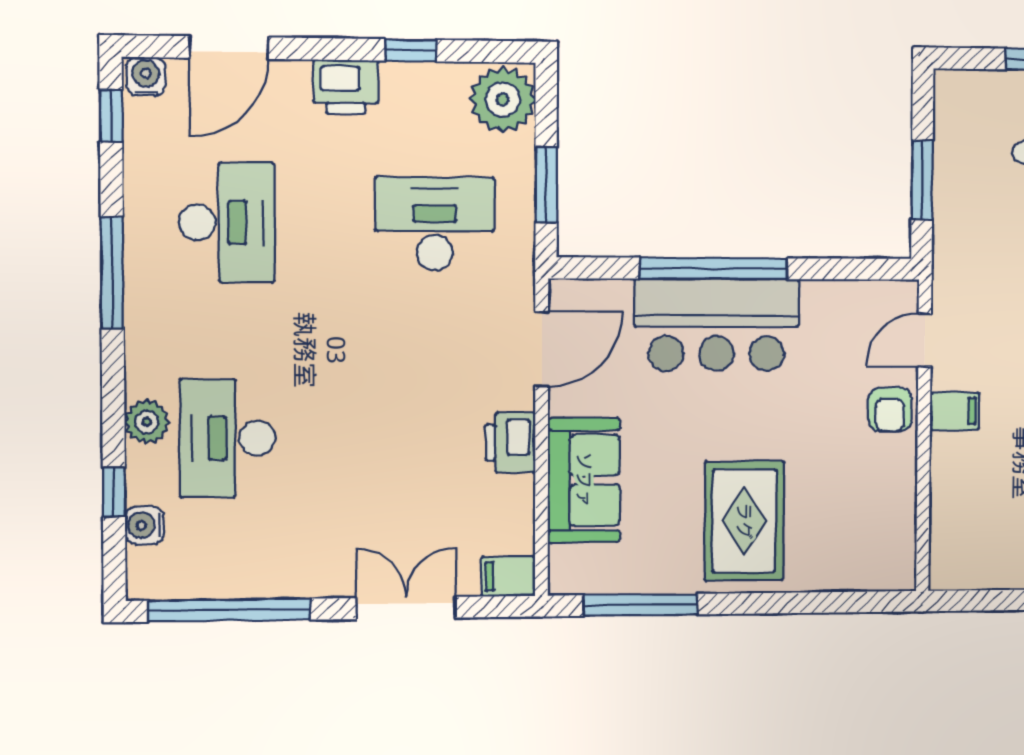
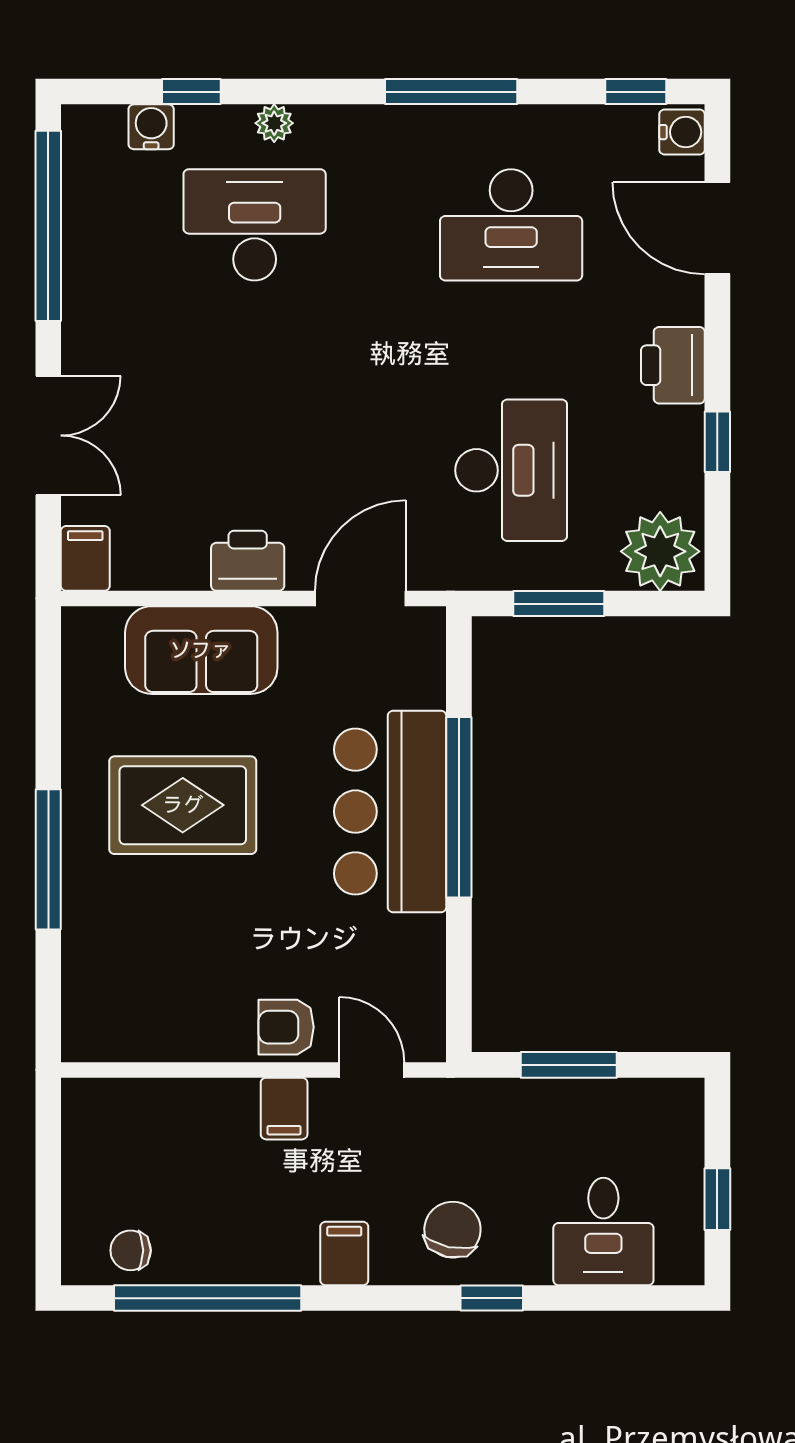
door: (542, 349) -> (360, 598), swing flipped
plant: (147, 422) -> (274, 123), width x0.73, depth x0.73
rug: (744, 521) -> (183, 805), moved
window: (641, 605) -> (48, 859), moved

